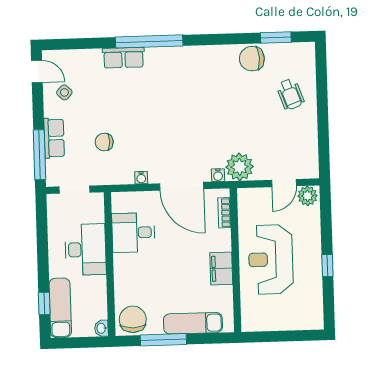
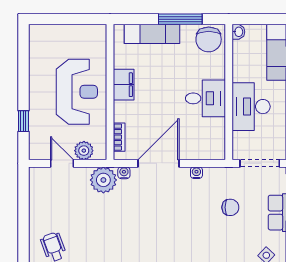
door: (284, 183) -> (62, 163), hinge flipped
door: (182, 186) -> (159, 163), hinge flipped
doorway: (74, 190) -> (260, 163), width x1.38
plant: (308, 196) -> (84, 151), moved
desk: (133, 233) -> (205, 98), moved
window: (327, 265) -> (23, 121), moved

